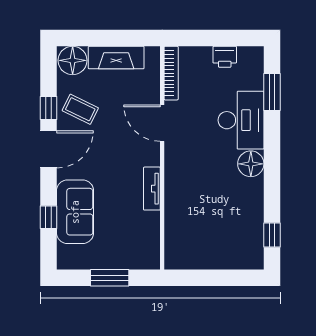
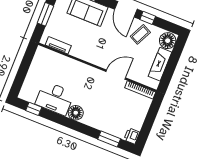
printer: (225, 57) -> (132, 136), moved
desk: (241, 120) -> (55, 98), moved
tv unit: (152, 189) -> (58, 45), moved

